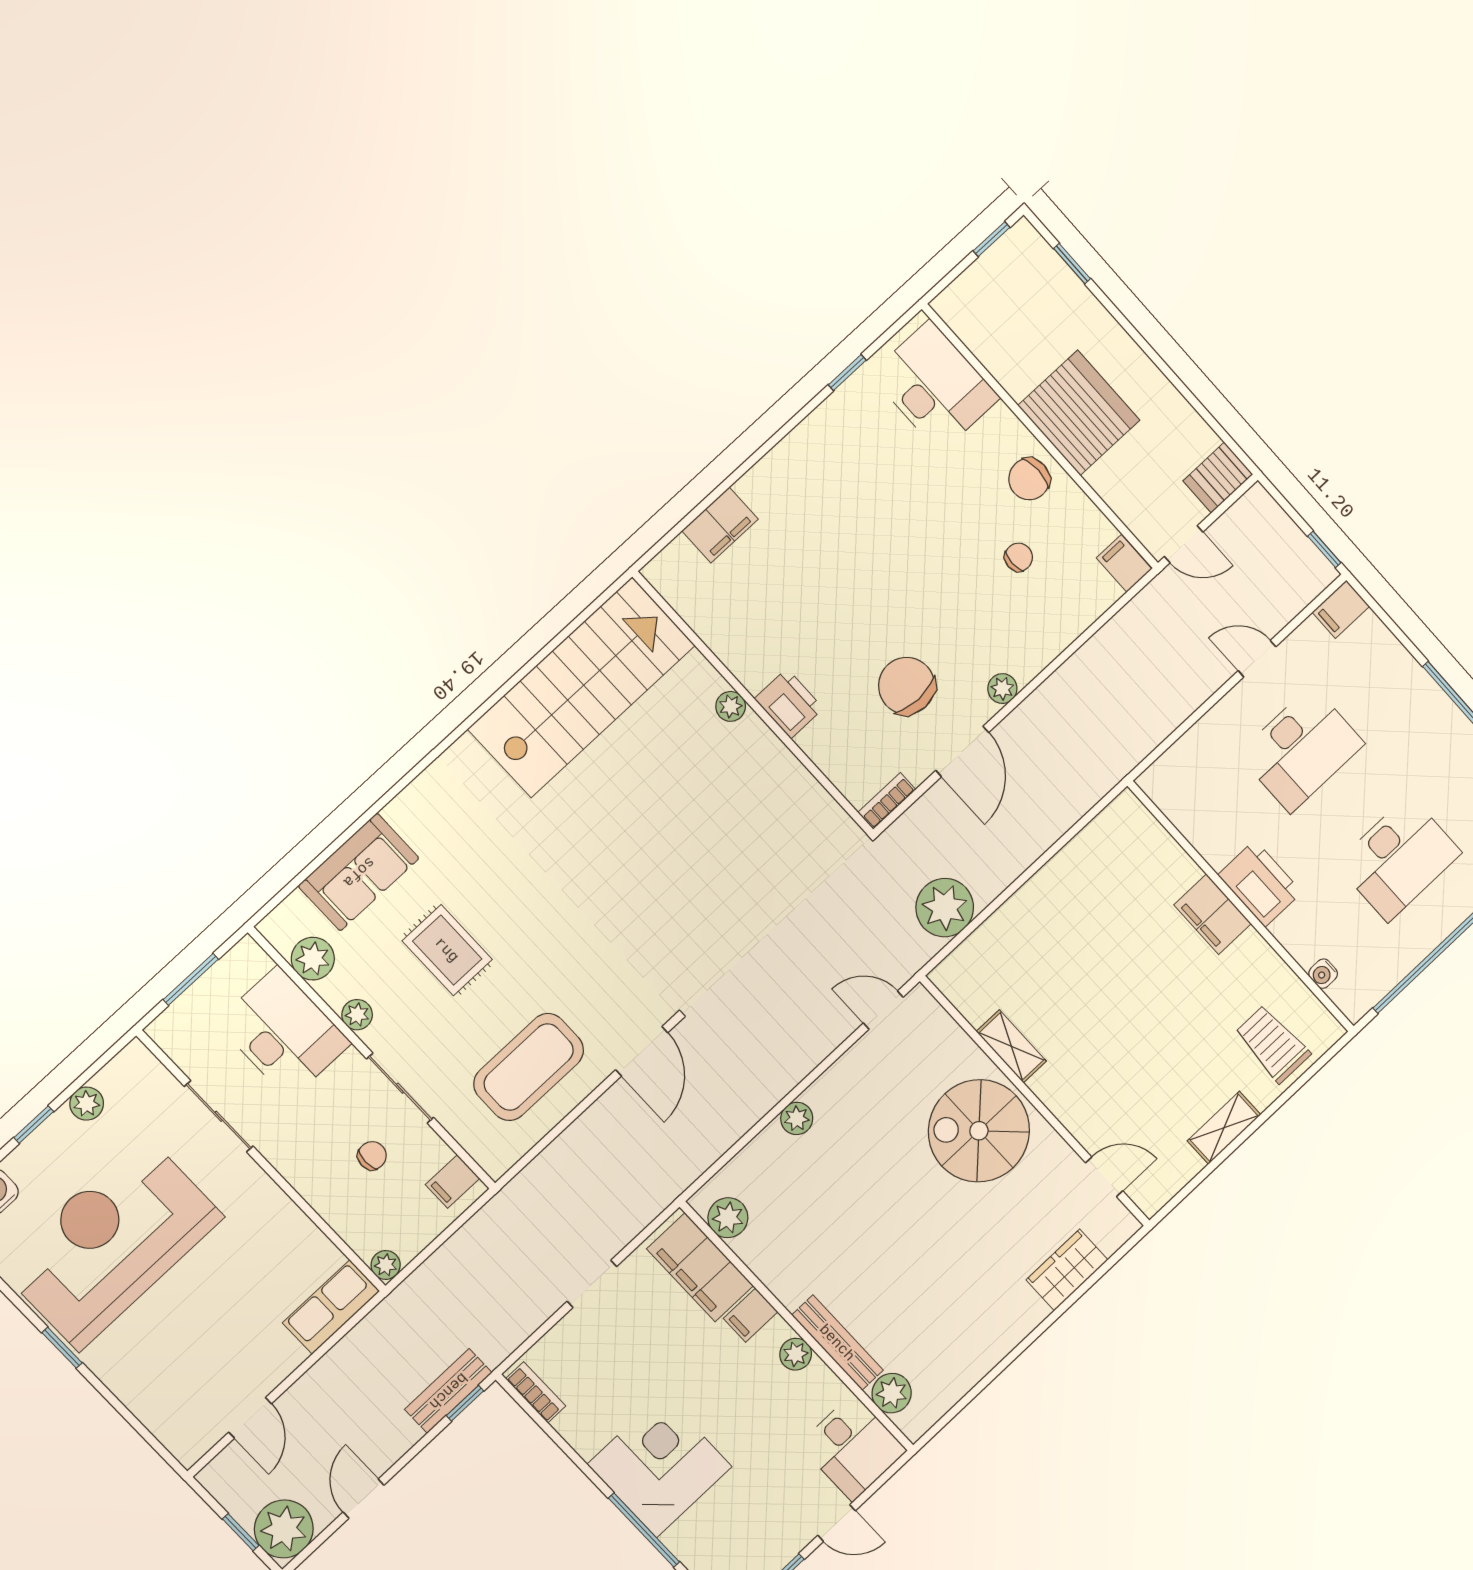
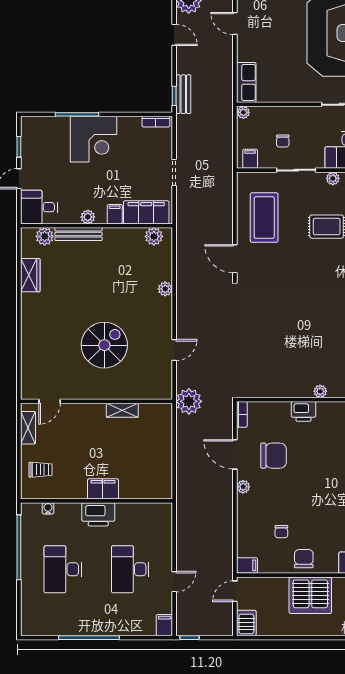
trolley: (1273, 1044) -> (41, 470), width x0.73, depth x0.72
shelving: (1011, 1046) -> (122, 410), moved
wall: (1035, 1101) -> (96, 401), moved
door: (1104, 1177) -> (50, 401), moved
wardrobe: (1067, 1270) -> (30, 275), moved

